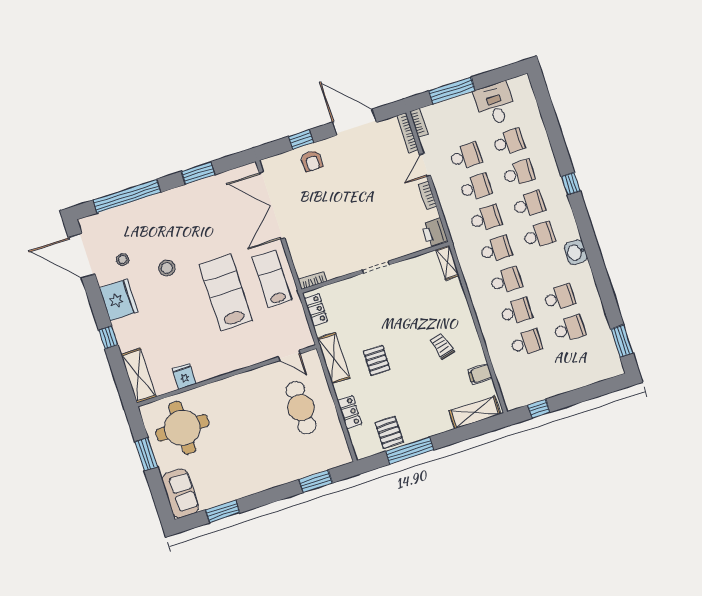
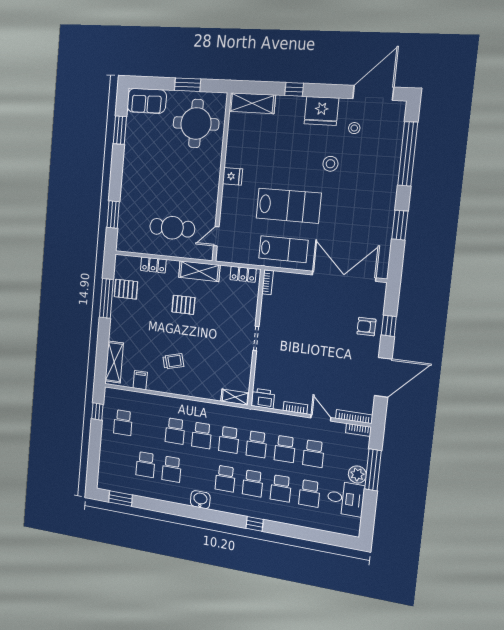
plant: (464, 104) -> (357, 474), added
school desk: (526, 343) -> (123, 423), moved
fridge: (184, 376) -> (233, 176), moved

